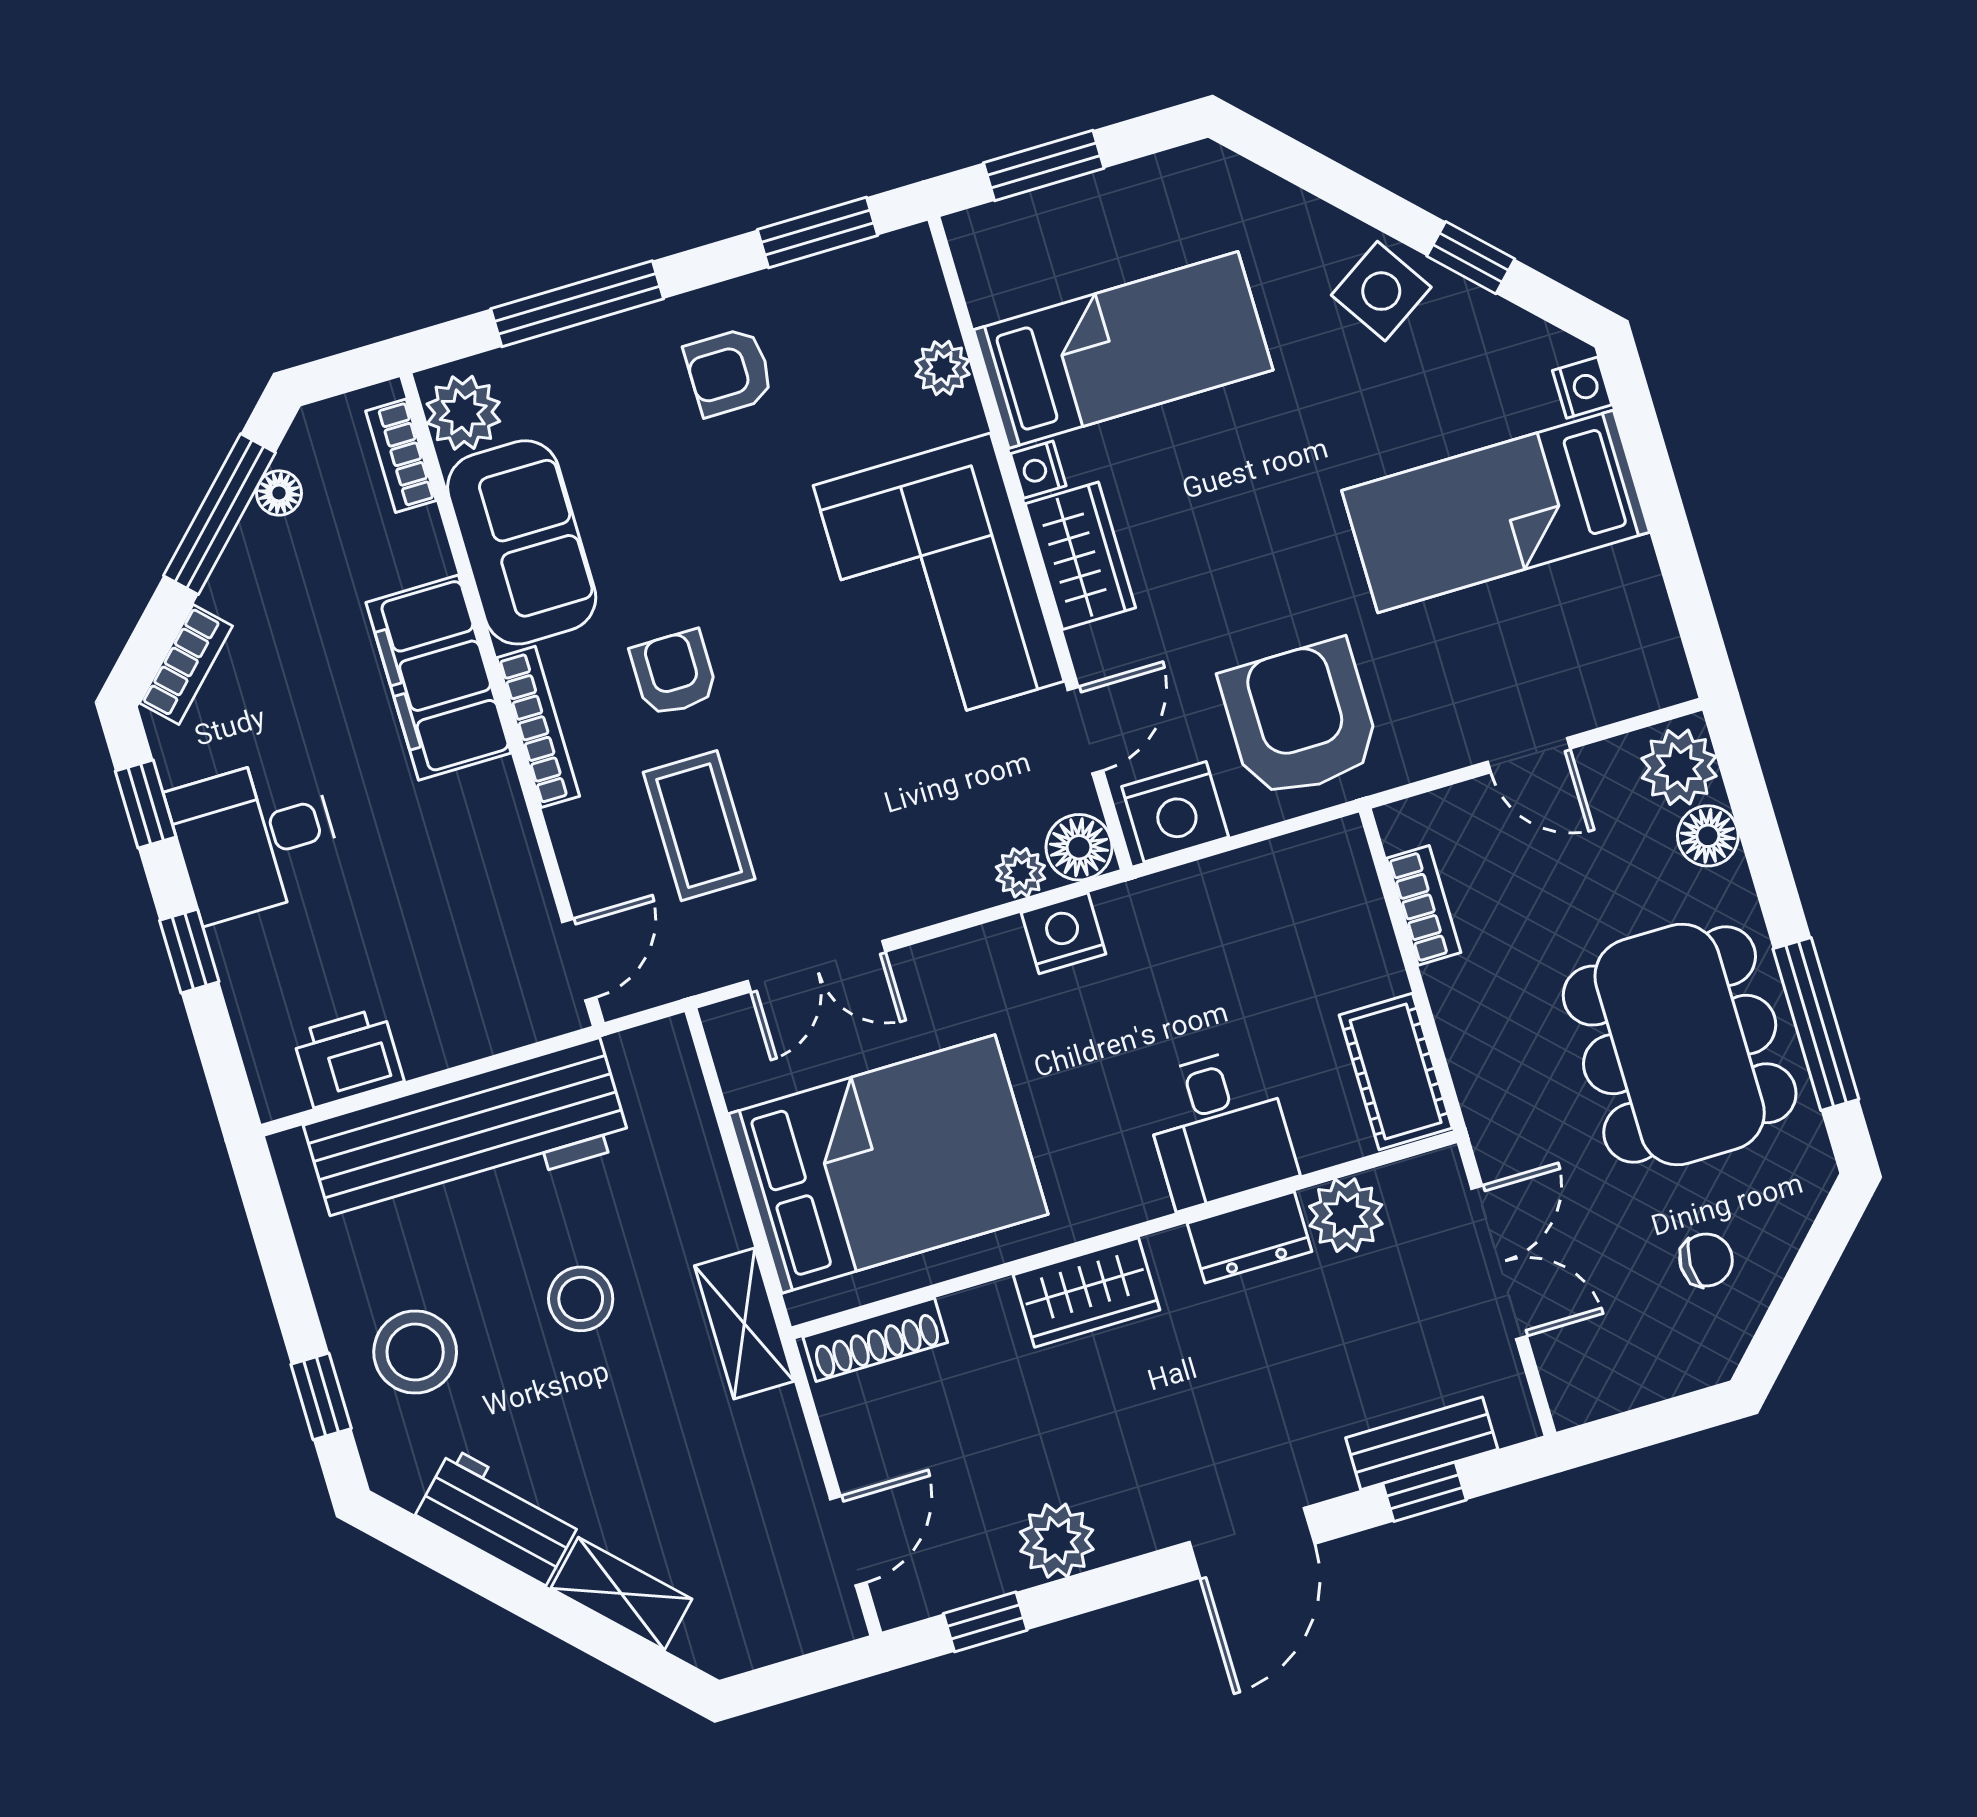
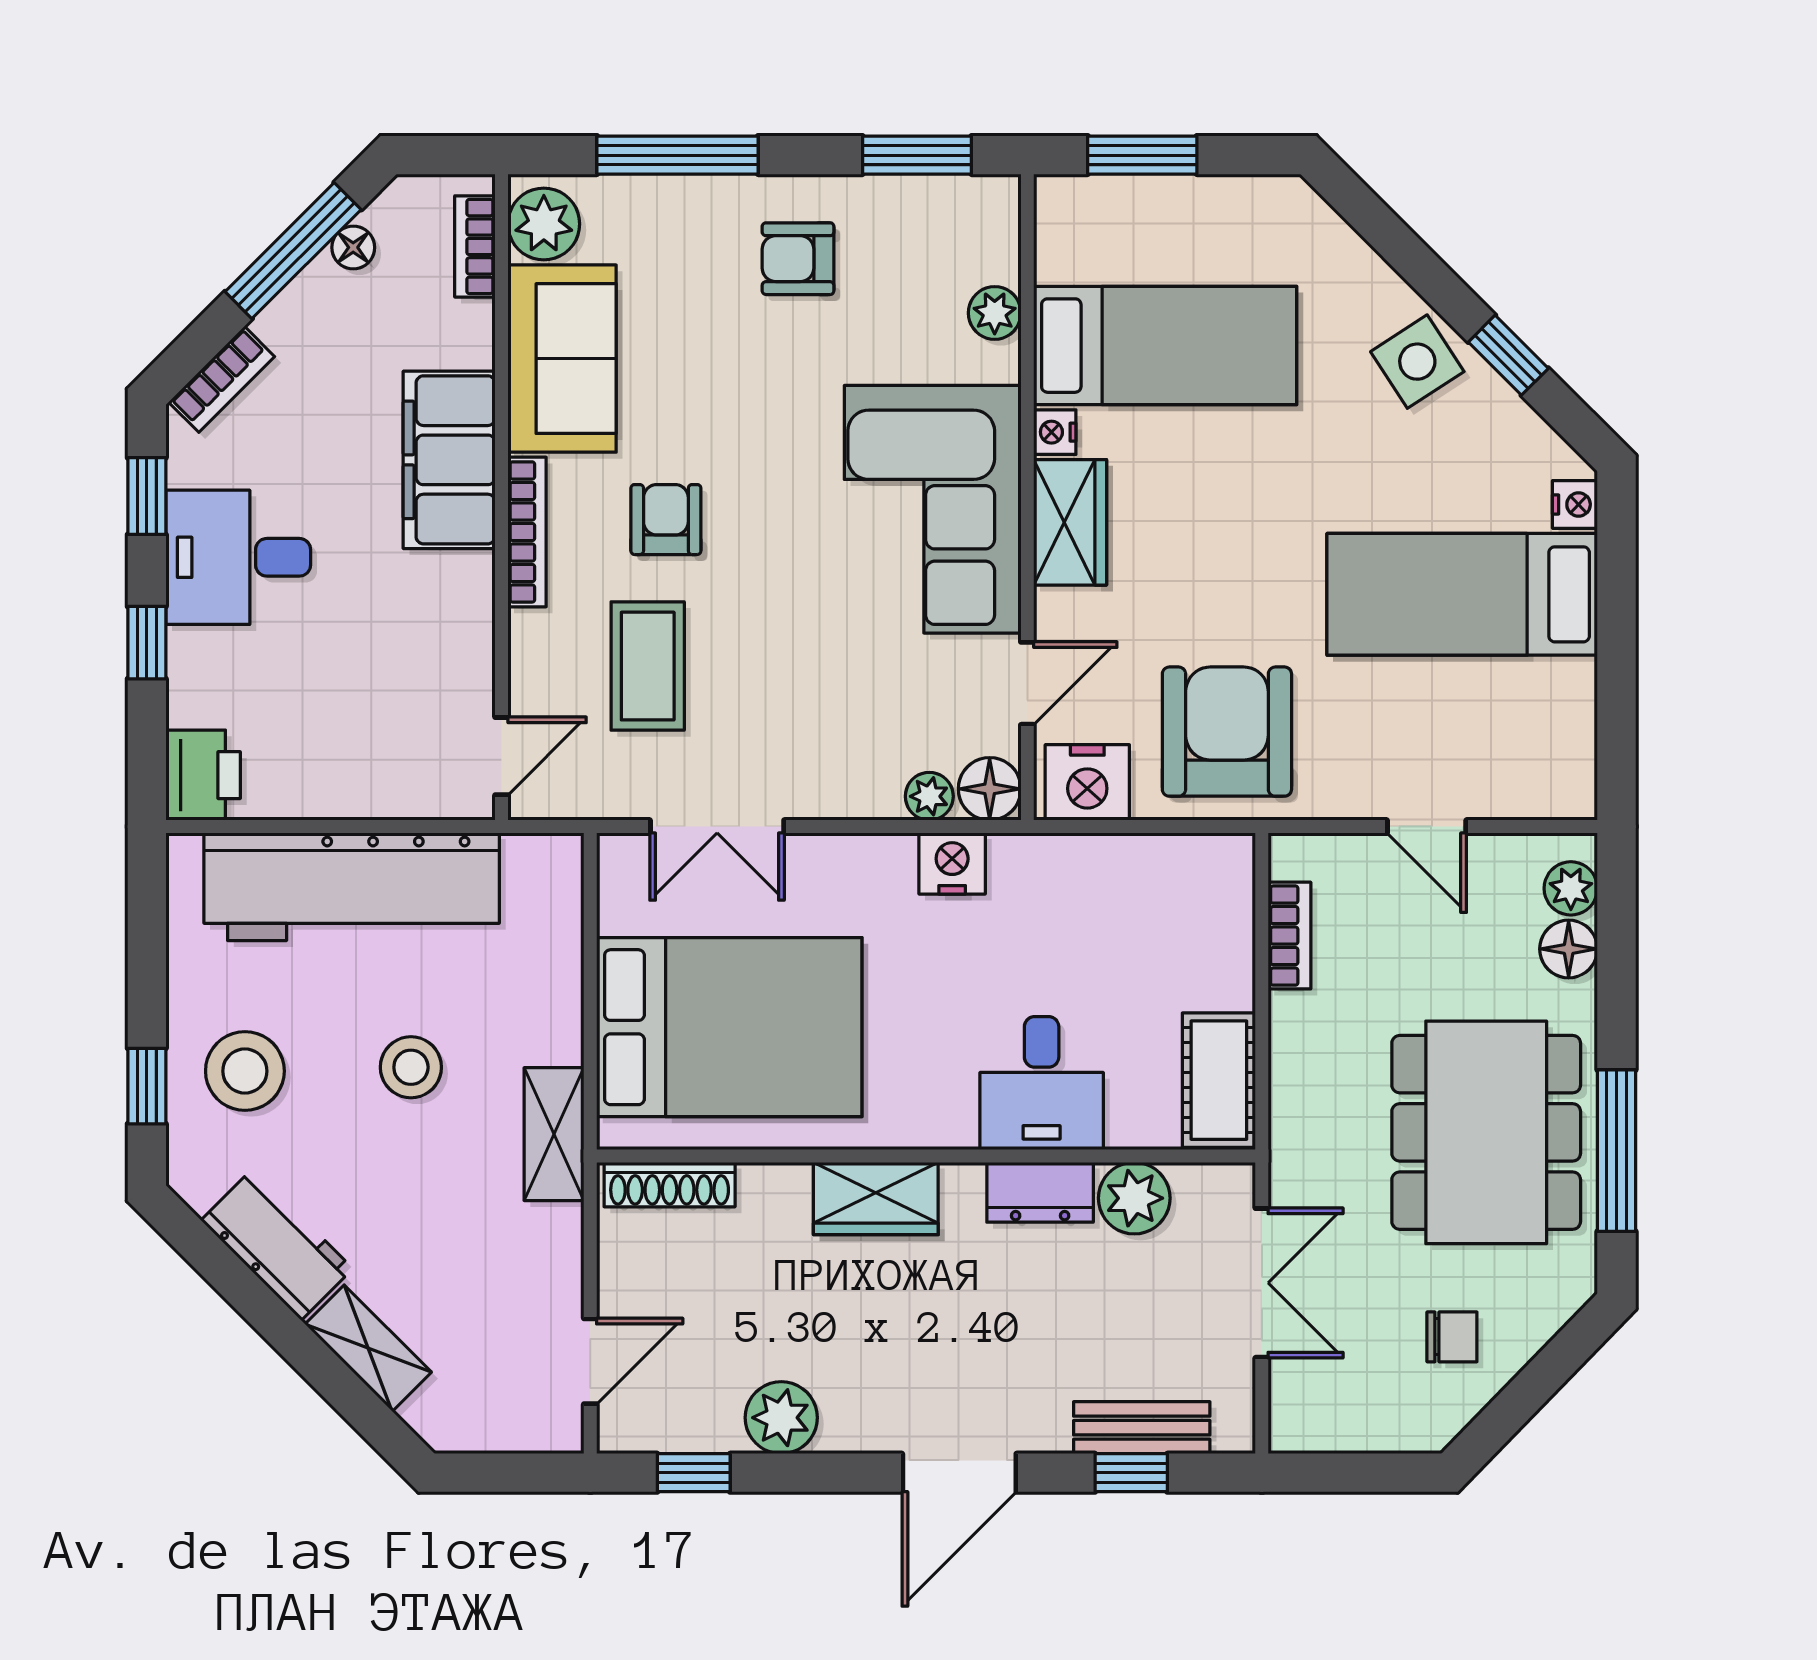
plant: (1679, 767) -> (1571, 888), width x0.73, depth x0.73
printer: (348, 1057) -> (203, 775), moved, turned 90

